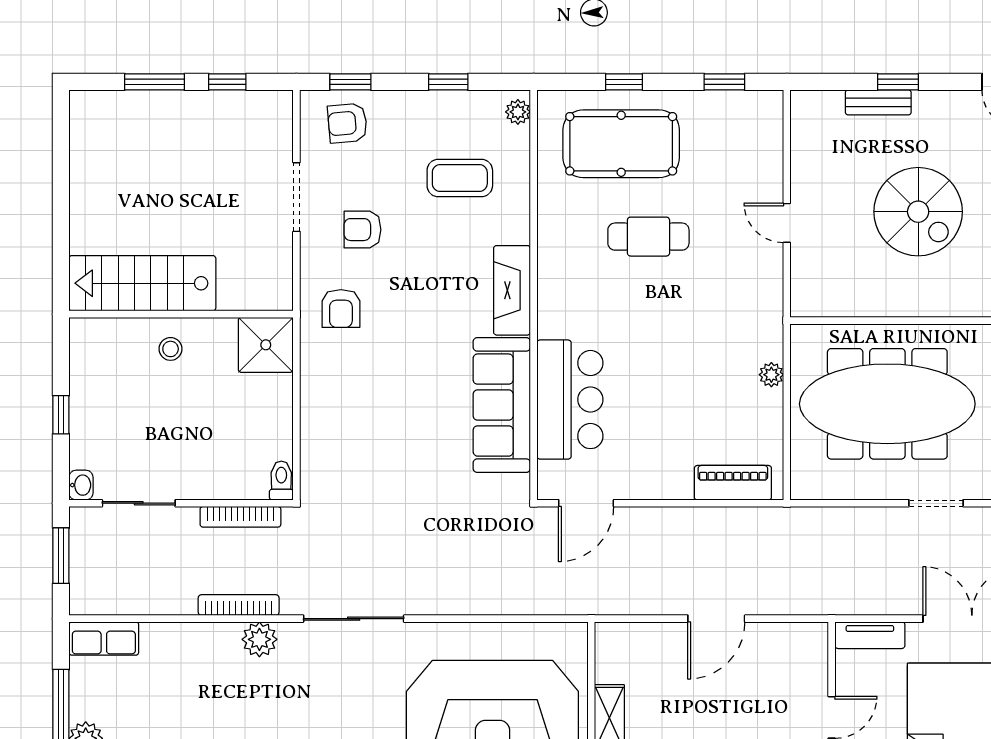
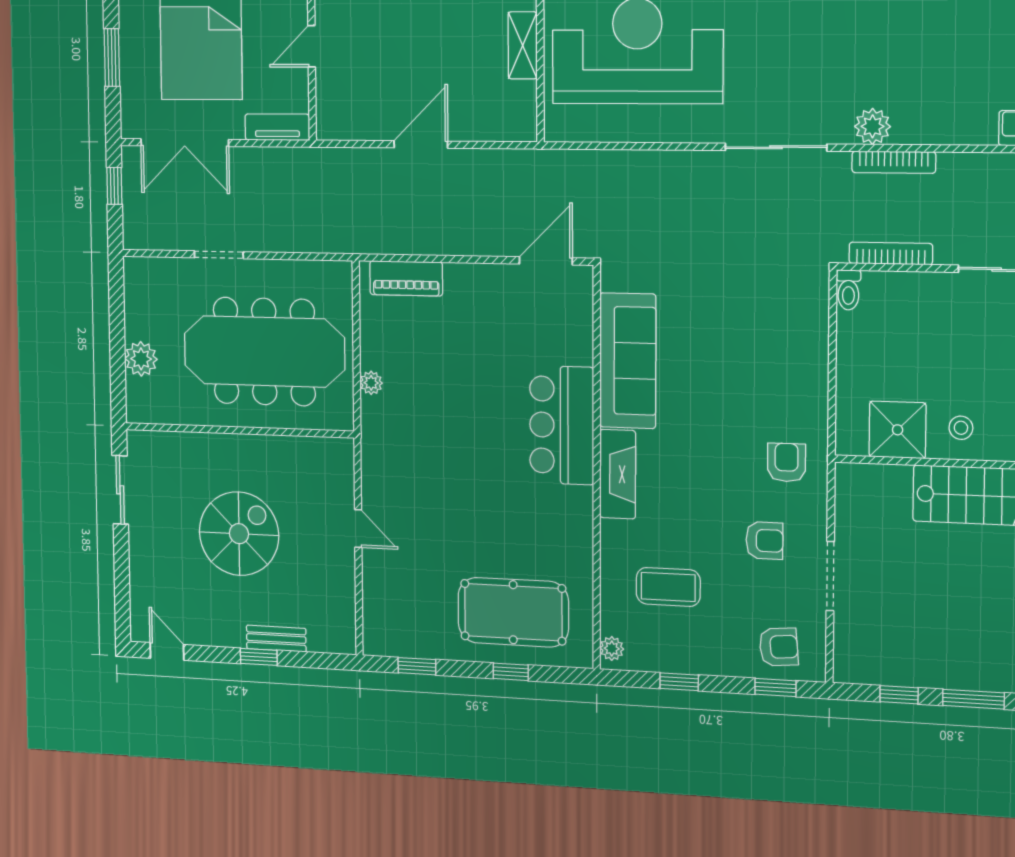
spiral stairs: (918, 212) -> (239, 534), turned 90
cafe table: (648, 237) -> (487, 521), removed
shower: (266, 345) -> (898, 430), moved
bar counter: (570, 400) -> (562, 425), moved

